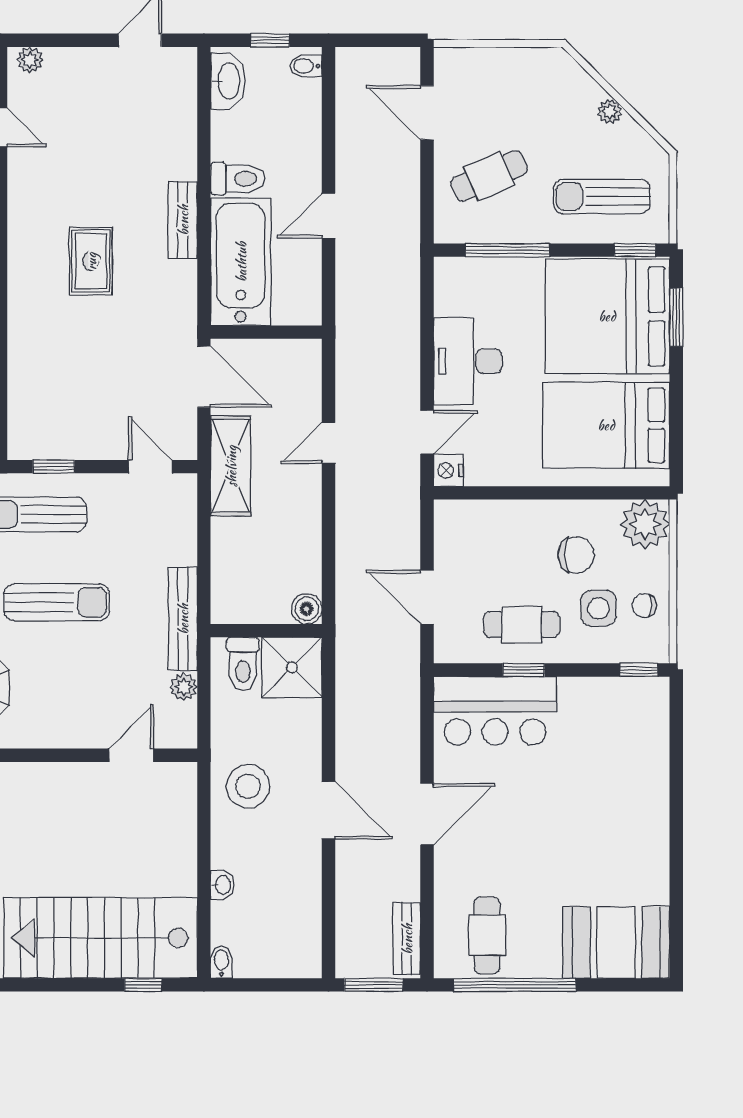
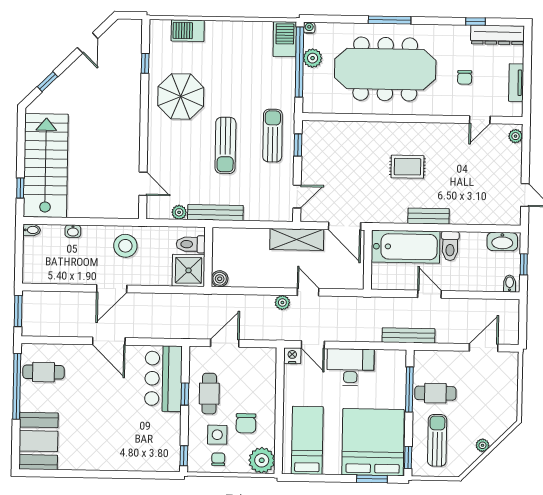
cafe table: (489, 176) -> (435, 393), moved, turned -66
door: (204, 377) -> (345, 226), hinge flipped
bed: (606, 425) -> (307, 440), width x0.67
plant: (349, 491) -> (282, 303), added
bench: (407, 939) -> (408, 336), moved, width x1.36

